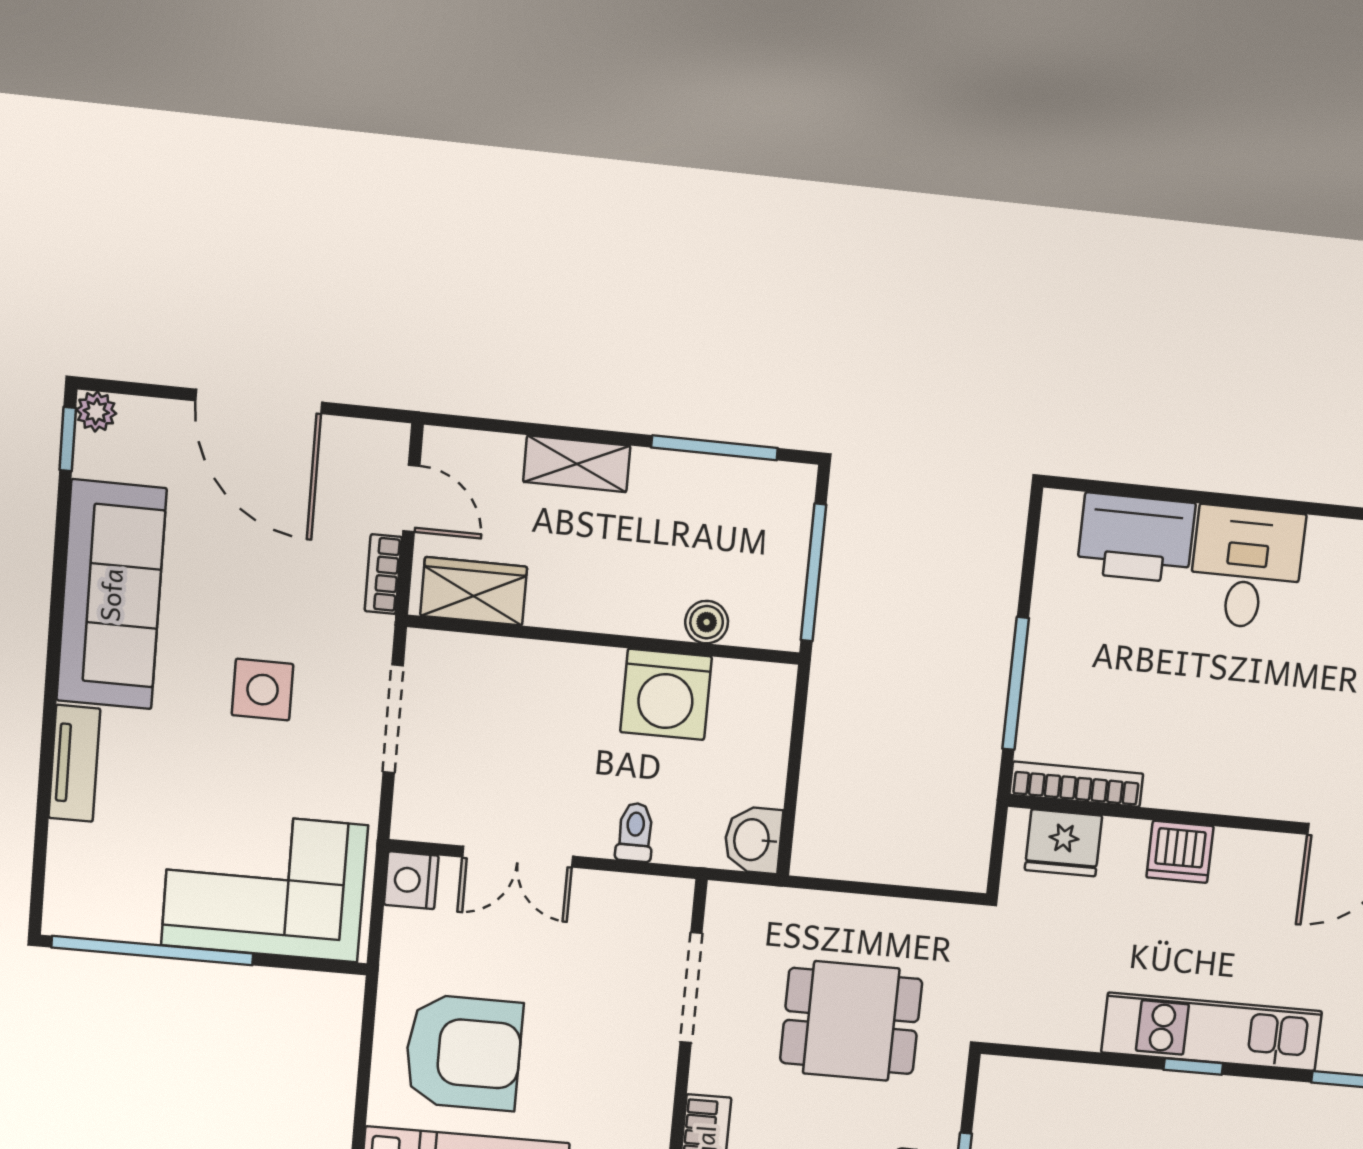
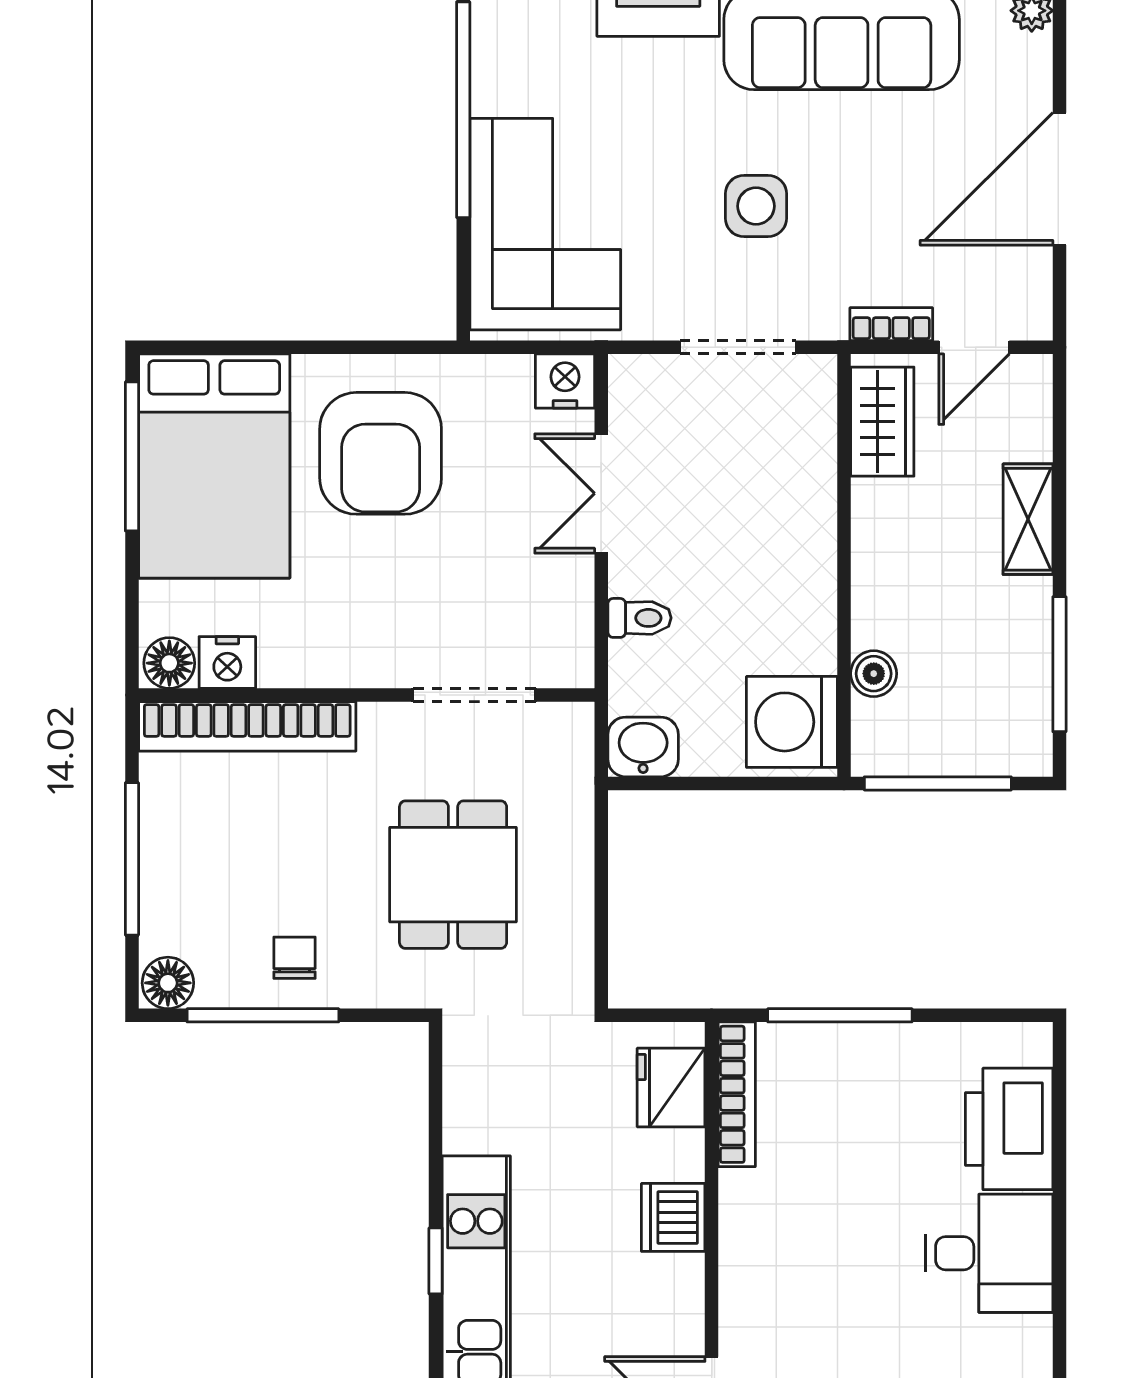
washing machine: (666, 694) -> (792, 722), moved

